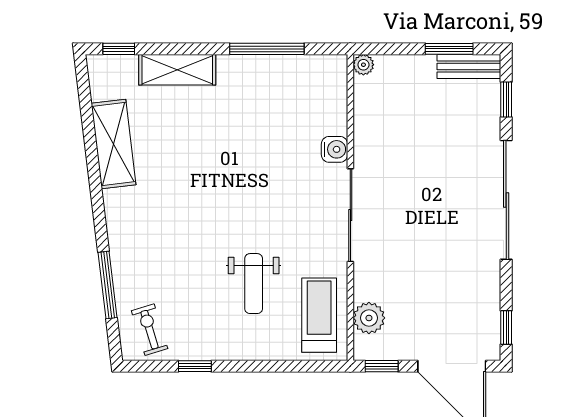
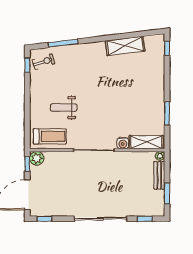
window: (267, 49) -> (167, 113), width x0.69
bench: (469, 66) -> (159, 175), moved
shelving: (177, 70) -> (146, 142), moved, turned 90
plant: (369, 318) -> (37, 158), moved
window: (195, 366) -> (27, 65), moved

